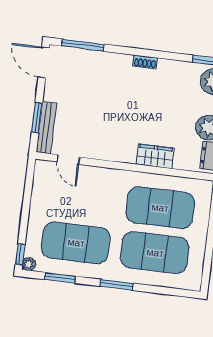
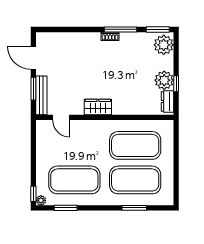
window: (83, 45) -> (121, 29), moved
door: (44, 62) -> (33, 58), moved
wardrobe: (155, 156) -> (98, 107), moved
window: (117, 285) -> (134, 208), moved

